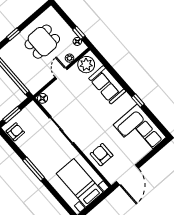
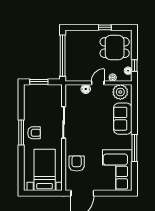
window: (13, 34) -> (105, 27), moved
dining table: (42, 42) -> (115, 48), moved
floor lamp: (42, 98) -> (86, 89), moved
window: (138, 101) -> (134, 148), width x2.17
armchair: (15, 132) -> (34, 133), moved

